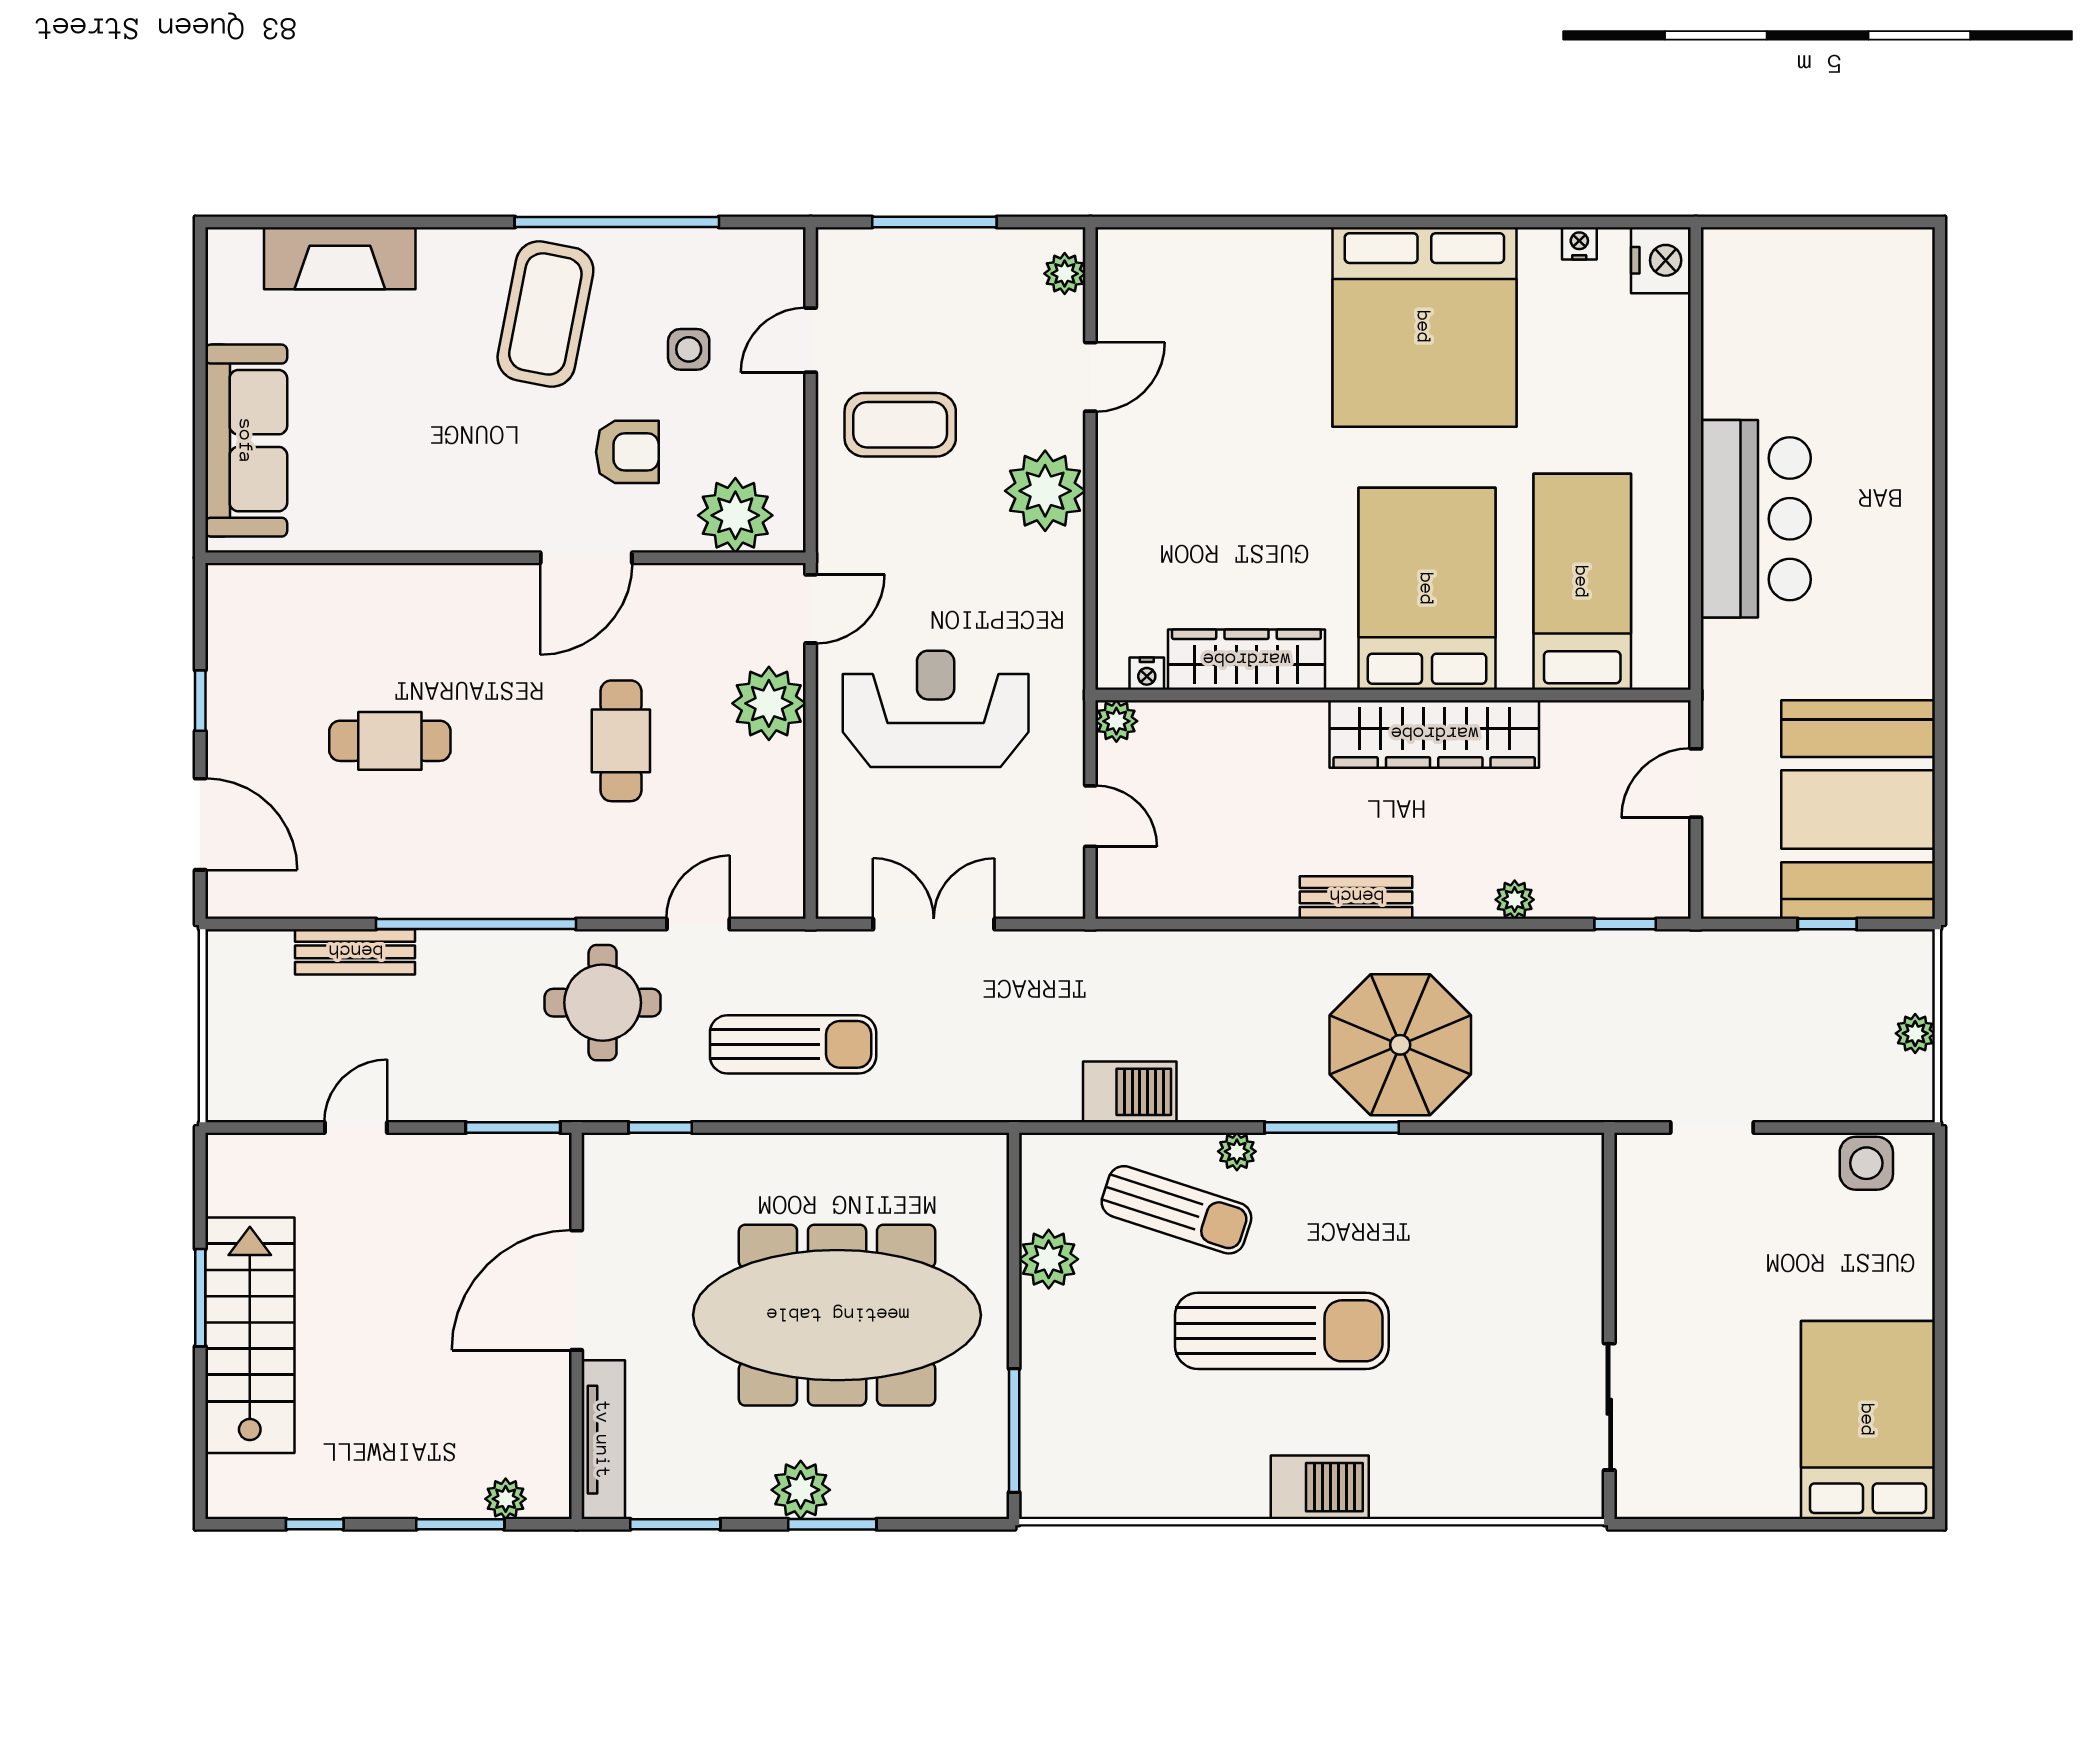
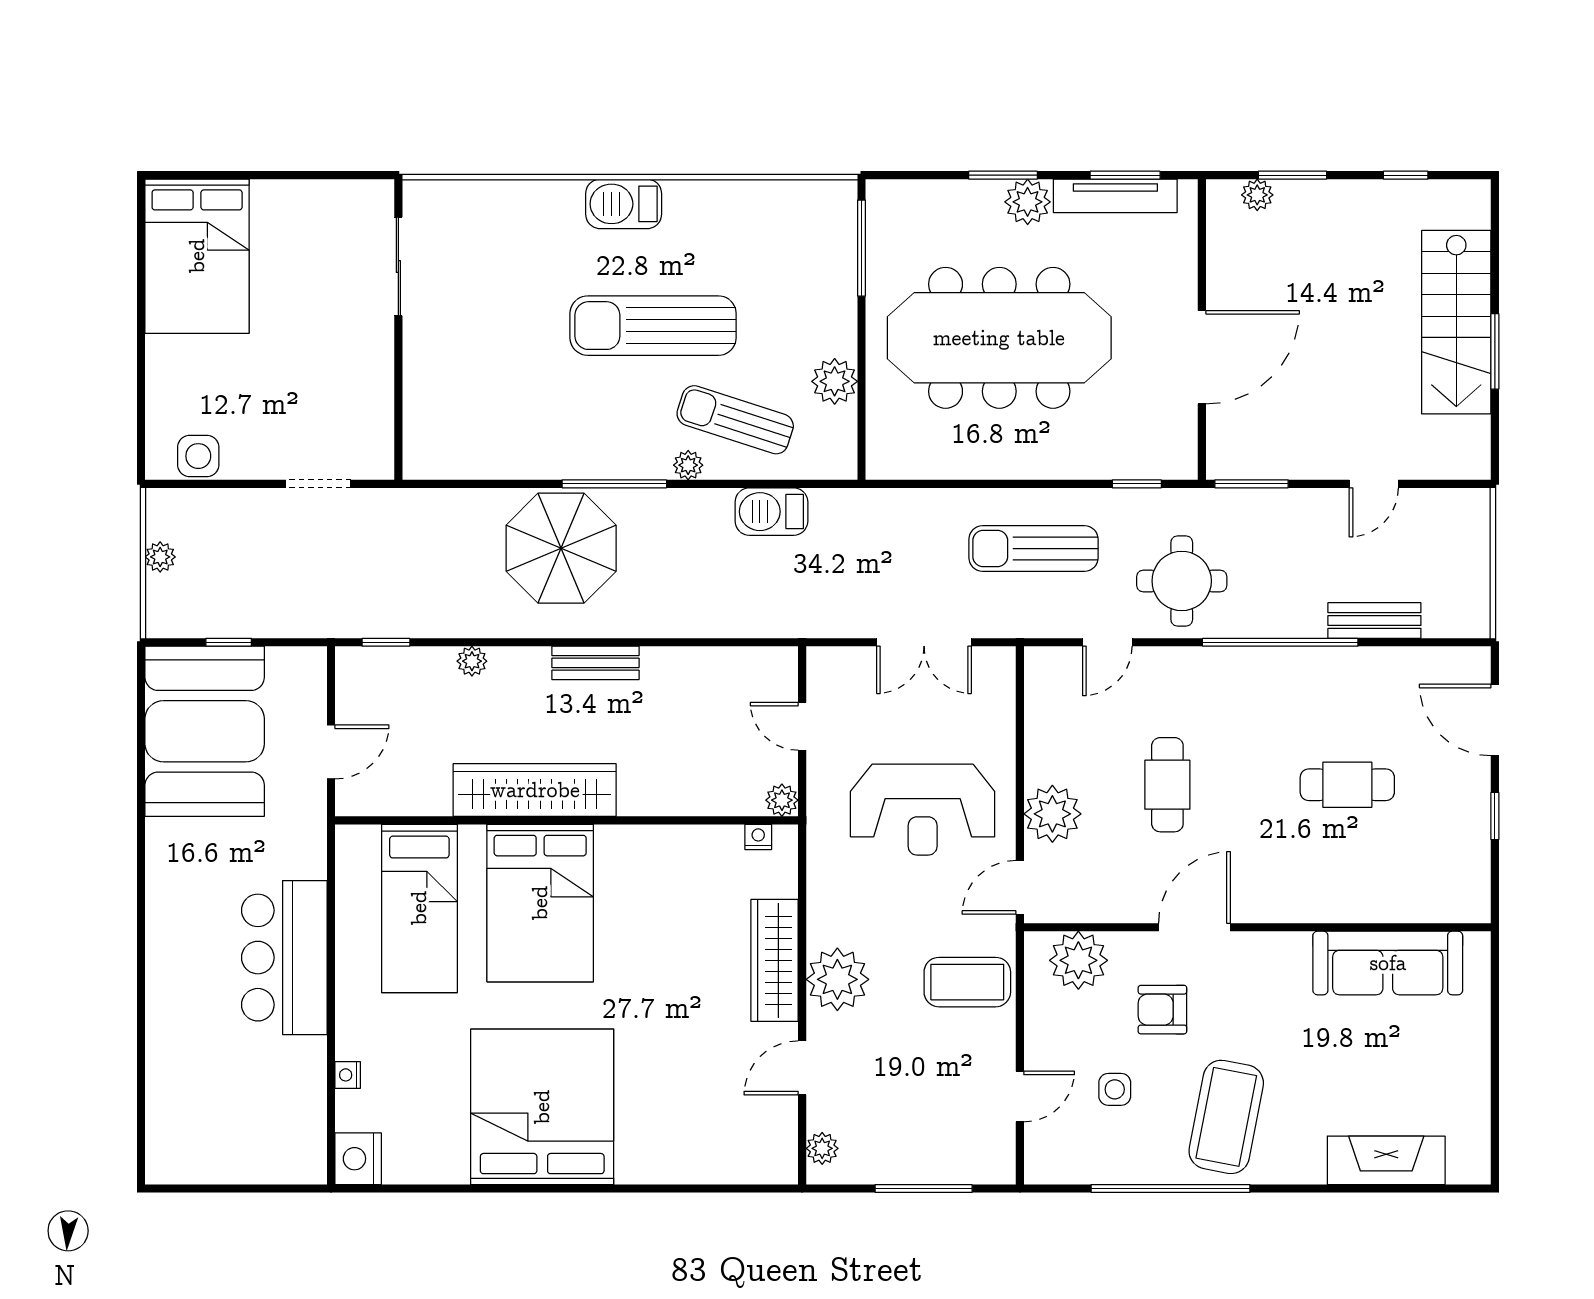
nightstand: (1579, 243) -> (348, 1075), moved, turned 90
coffee table: (900, 425) -> (967, 982), moved
sofa: (246, 441) -> (1388, 963), moved, turned -90
wardrobe: (1246, 660) -> (775, 960), moved, turned 90
tv unit: (603, 1440) -> (1115, 196), moved, turned -90

